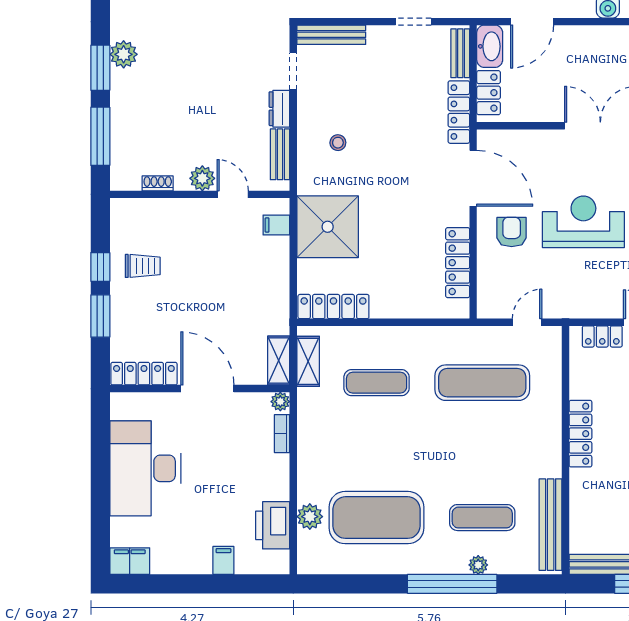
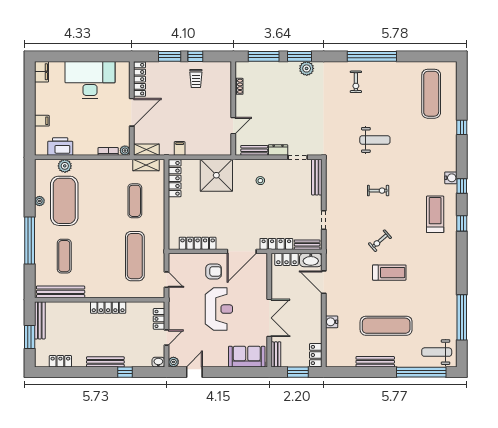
plant: (202, 178) -> (242, 110), removed
filing cabinet: (276, 225) -> (180, 148), moved
plant: (478, 565) -> (39, 201), moved

